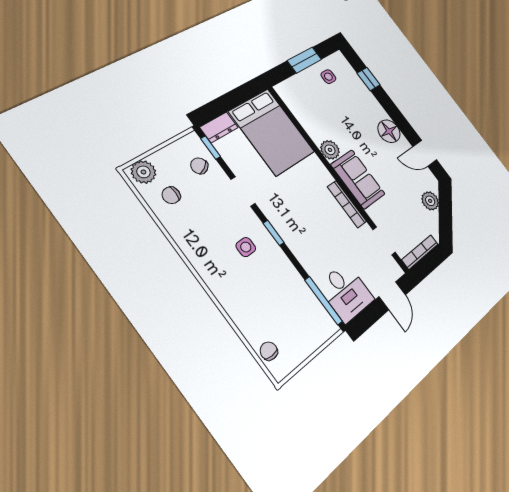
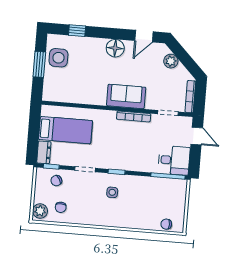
side table: (328, 77) -> (58, 58), width x1.87, depth x1.87
bed: (272, 132) -> (66, 130), width x0.67
plant: (330, 150) -> (99, 98), removed

